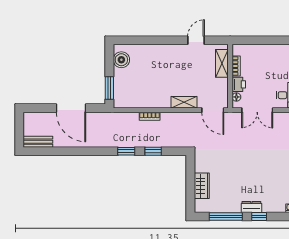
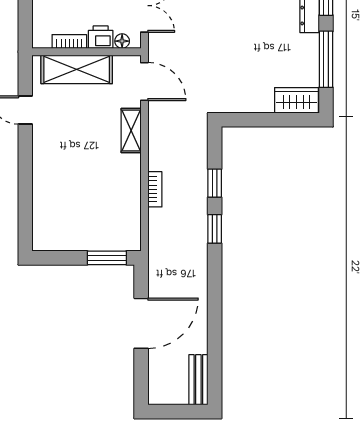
boiler: (121, 60) -> (59, 237), removed
shelving: (222, 63) -> (77, 69), width x1.50, depth x1.33
door: (213, 110) -> (144, 81), hinge flipped
wardrobe: (202, 186) -> (297, 100), moved

